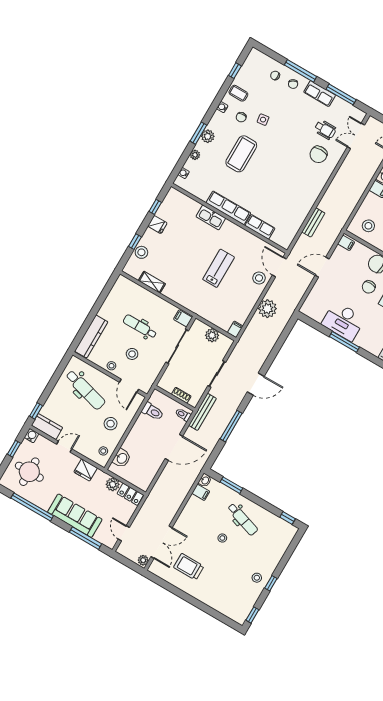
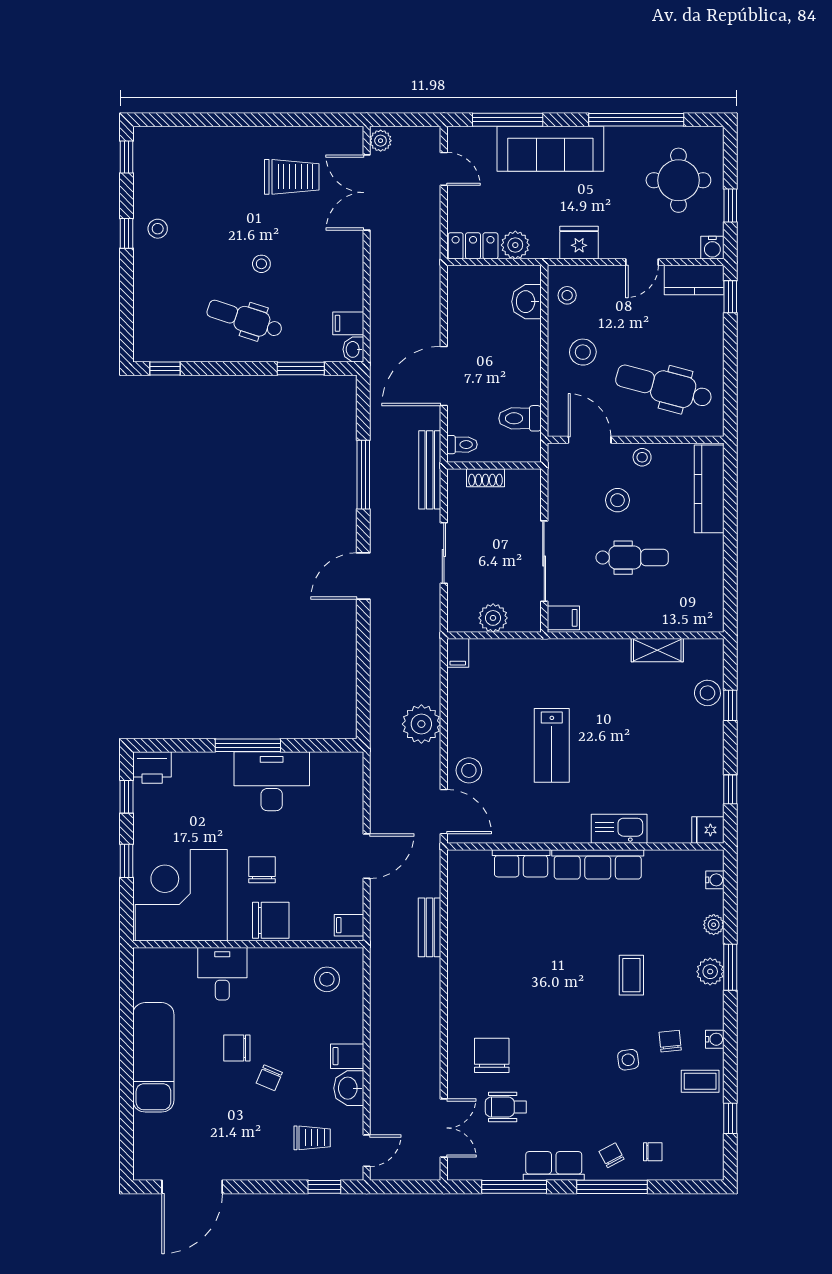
coffee table: (241, 154) -> (631, 975), width x0.54, depth x0.58
fridge: (157, 225) -> (708, 830), moved

